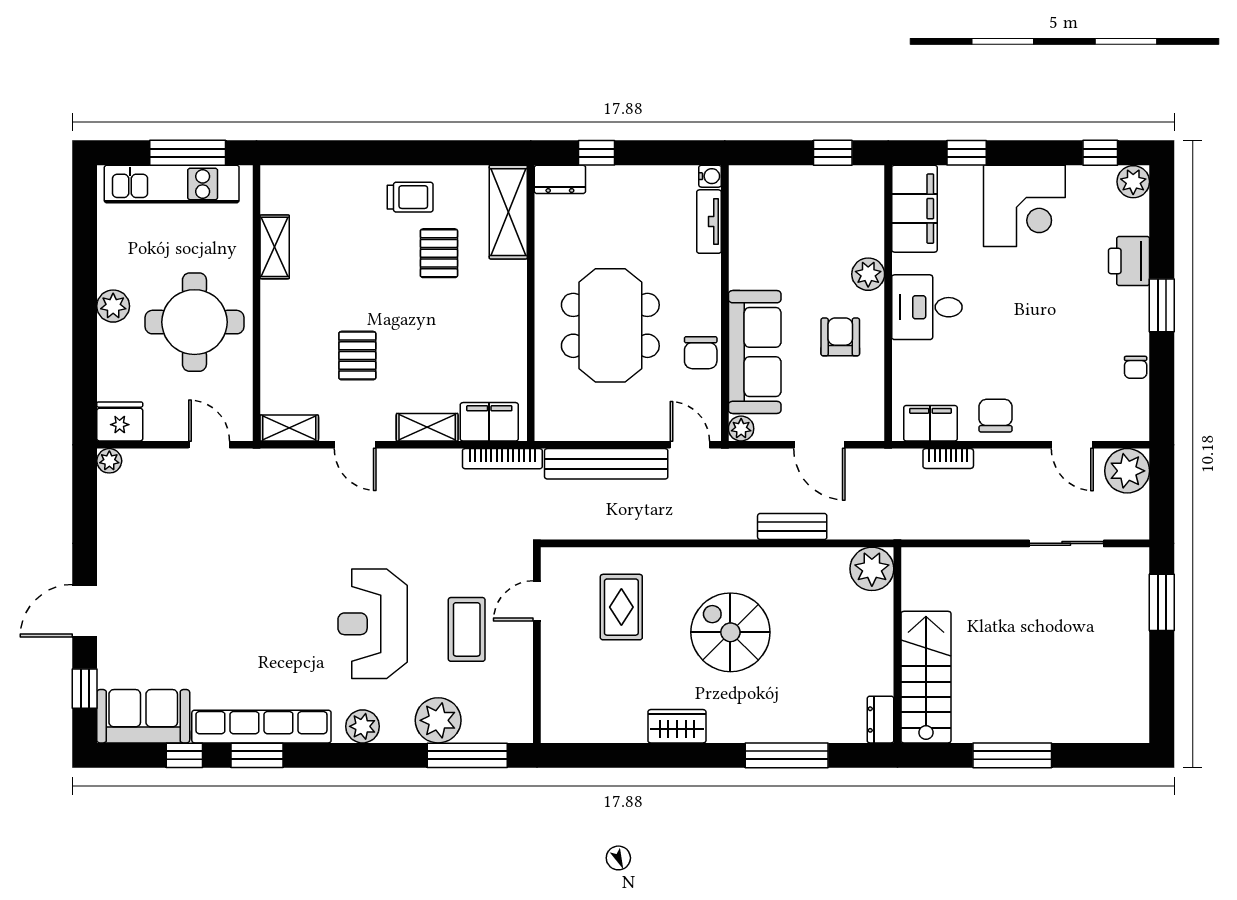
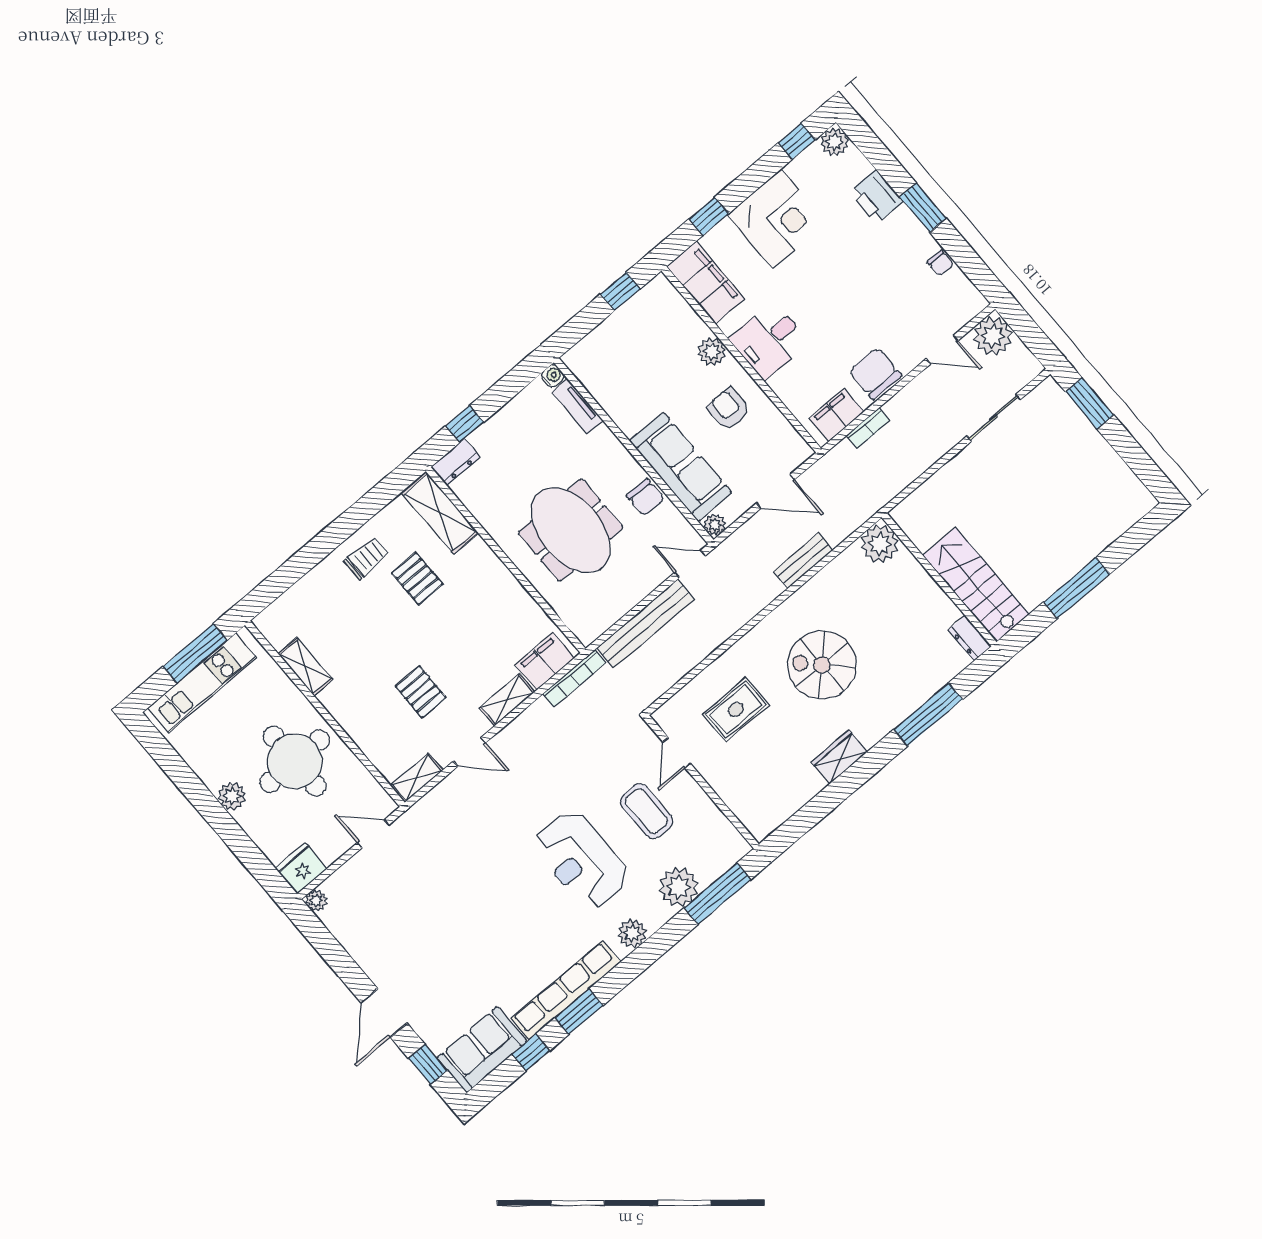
chair: (996, 416) -> (875, 373), width x1.37, depth x1.37
rug: (621, 607) -> (736, 710), turned 90

